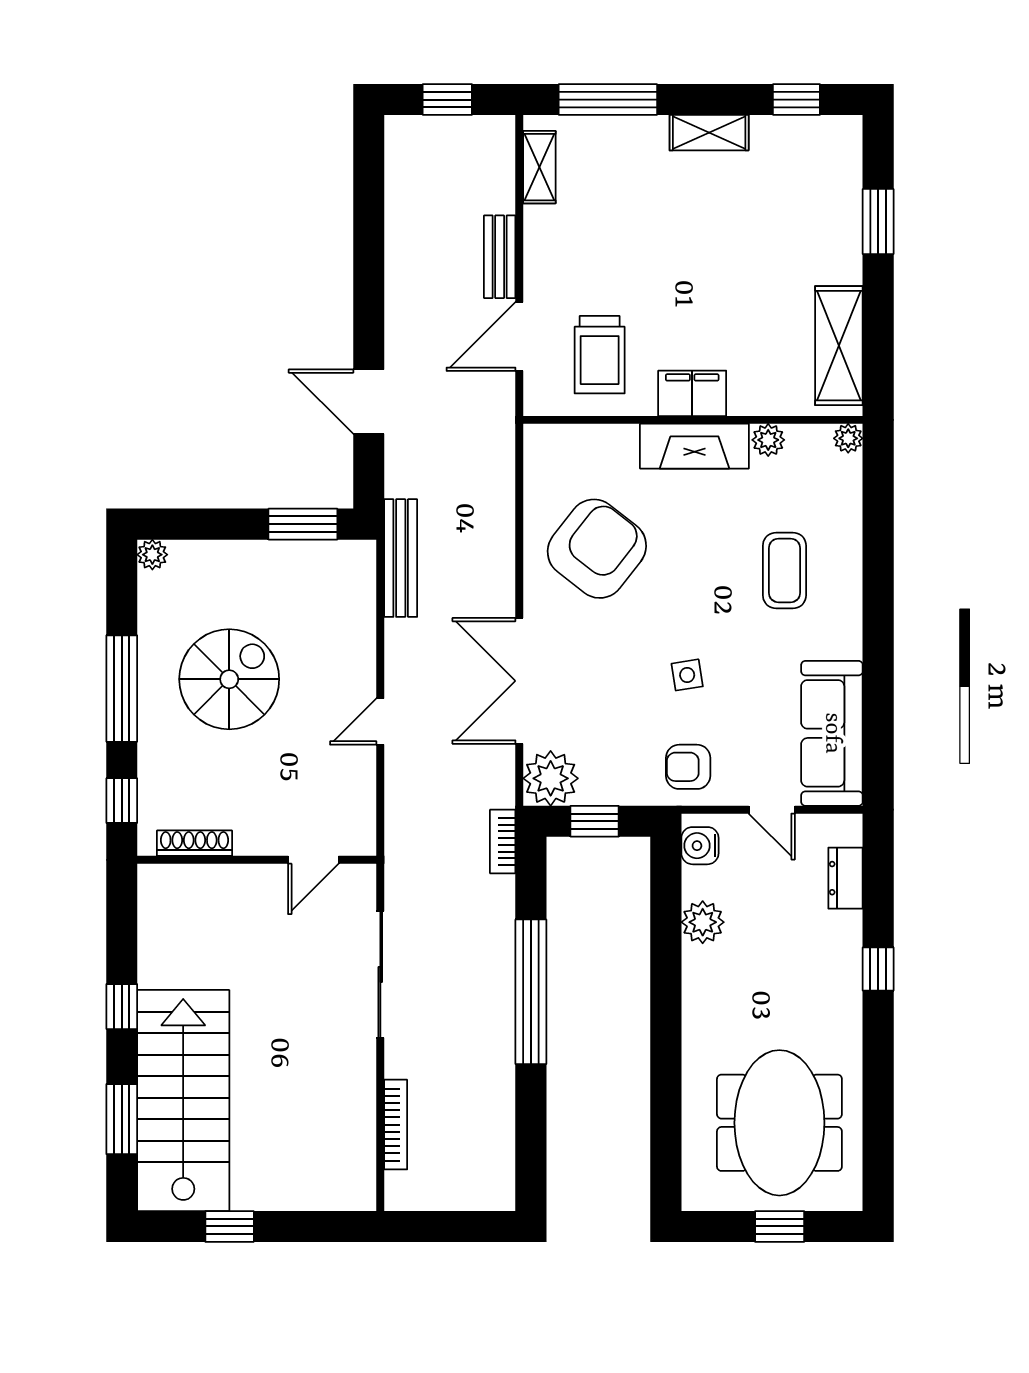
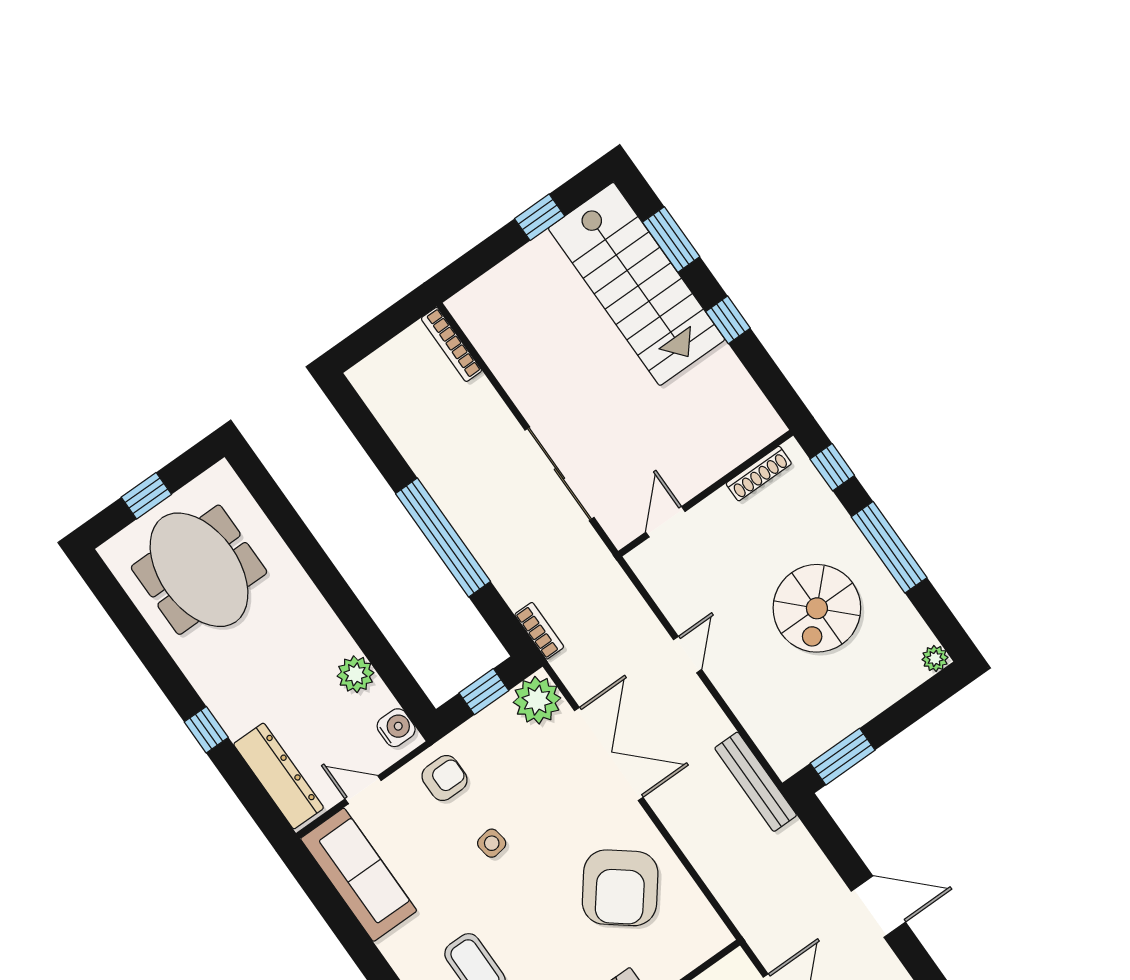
door: (369, 402) -> (878, 907), moved
dresser: (846, 878) -> (279, 776), width x1.96, depth x1.24
bookcase: (396, 1125) -> (451, 344), moved

